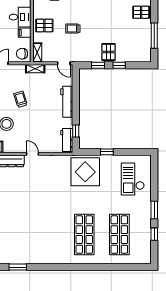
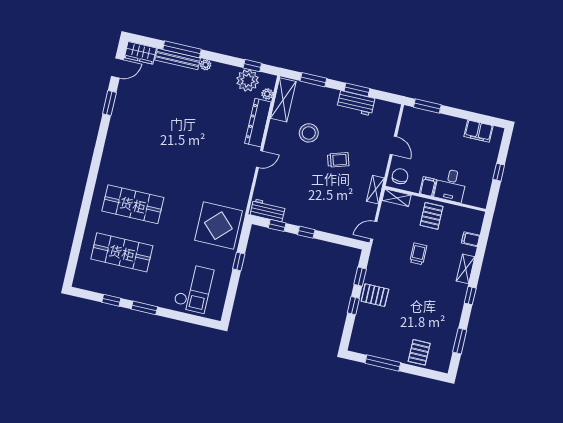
workbench: (67, 102) -> (320, 222), removed
window: (76, 110) -> (306, 232), added
checkout: (133, 179) -> (194, 288), turned 90

